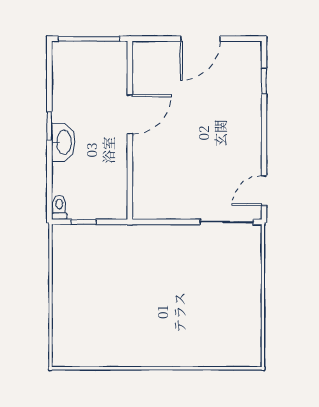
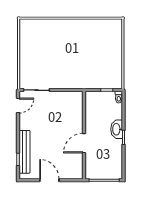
door: (200, 39) -> (49, 180), hinge flipped
bench: (251, 96) -> (24, 152), added

